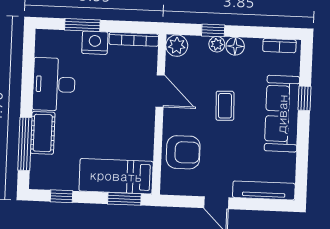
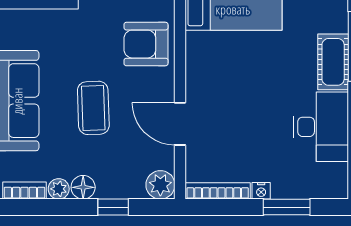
nightstand: (95, 43) -> (261, 191), width x0.53, depth x0.56
plant: (217, 44) -> (59, 189), moved
coffee table: (225, 106) -> (93, 108), width x1.36, depth x1.30

